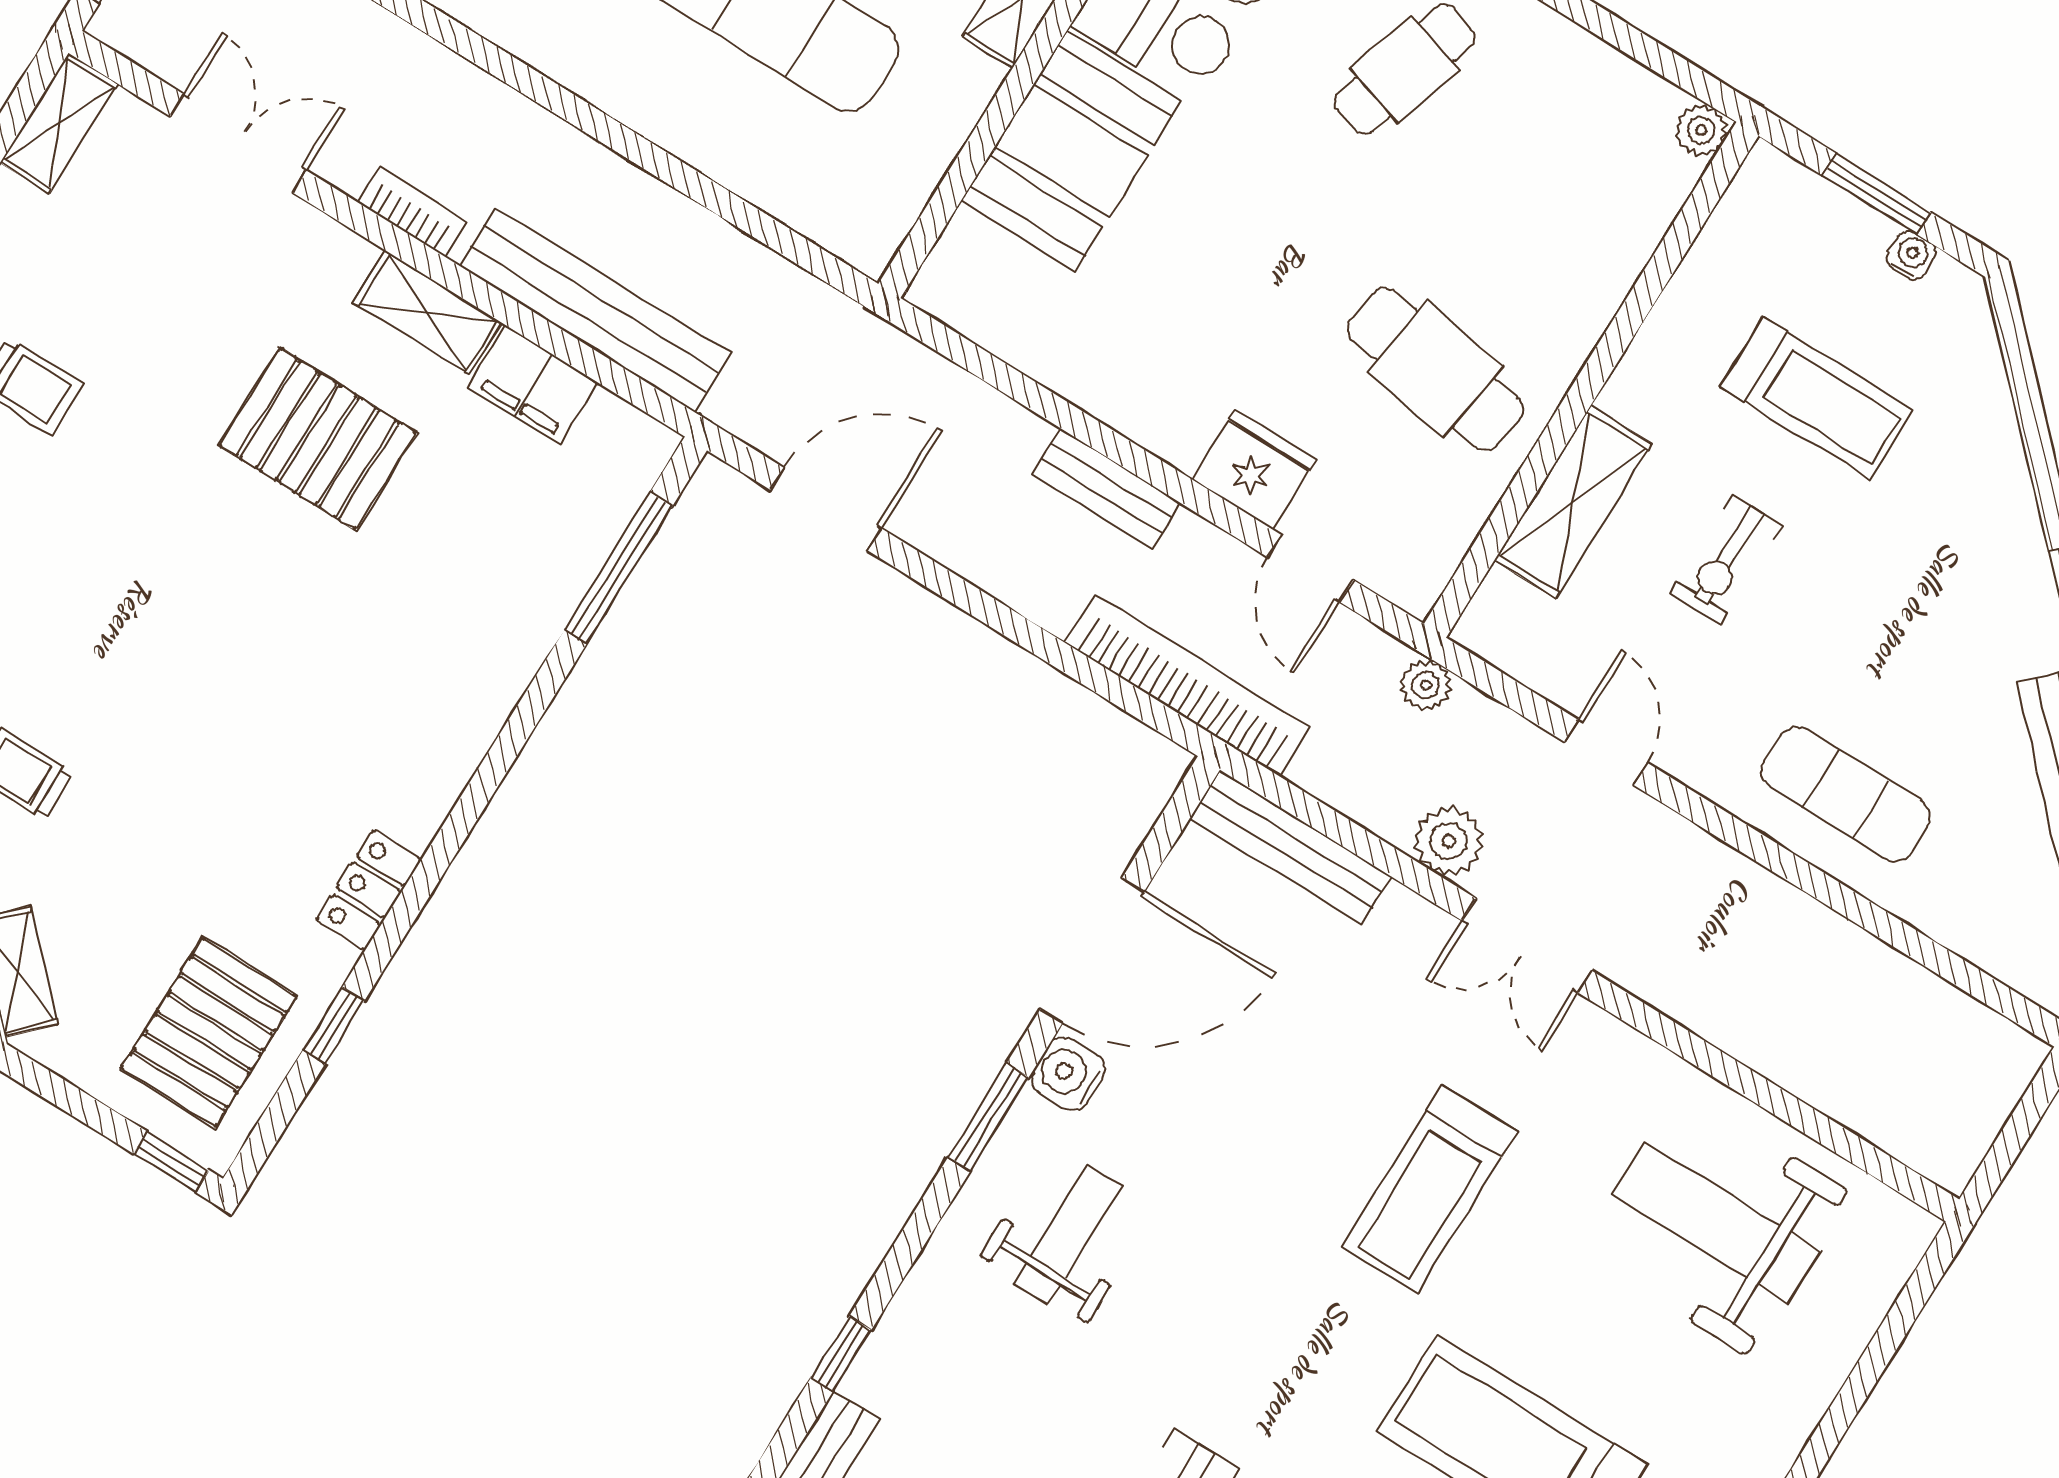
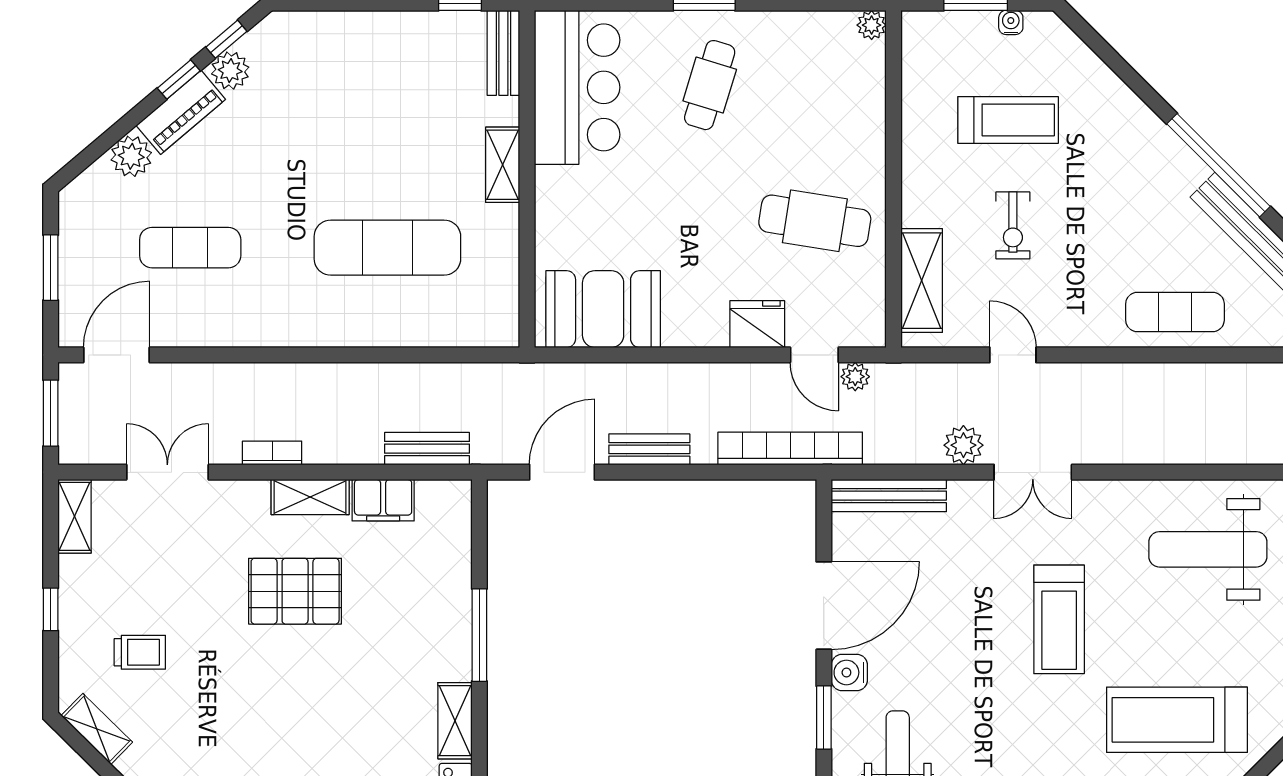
booth: (1071, 151) -> (603, 309), moved, turned 90
bench: (595, 310) -> (427, 449), width x0.54, depth x0.82
bench: (1106, 488) -> (649, 449), moved
shelving: (1573, 502) -> (922, 281), moved
window: (619, 568) -> (479, 635), moved
plant: (1426, 685) -> (855, 377), moved
shelving: (436, 780) -> (455, 721), added
exercise mat: (1846, 794) -> (1175, 312), moved

